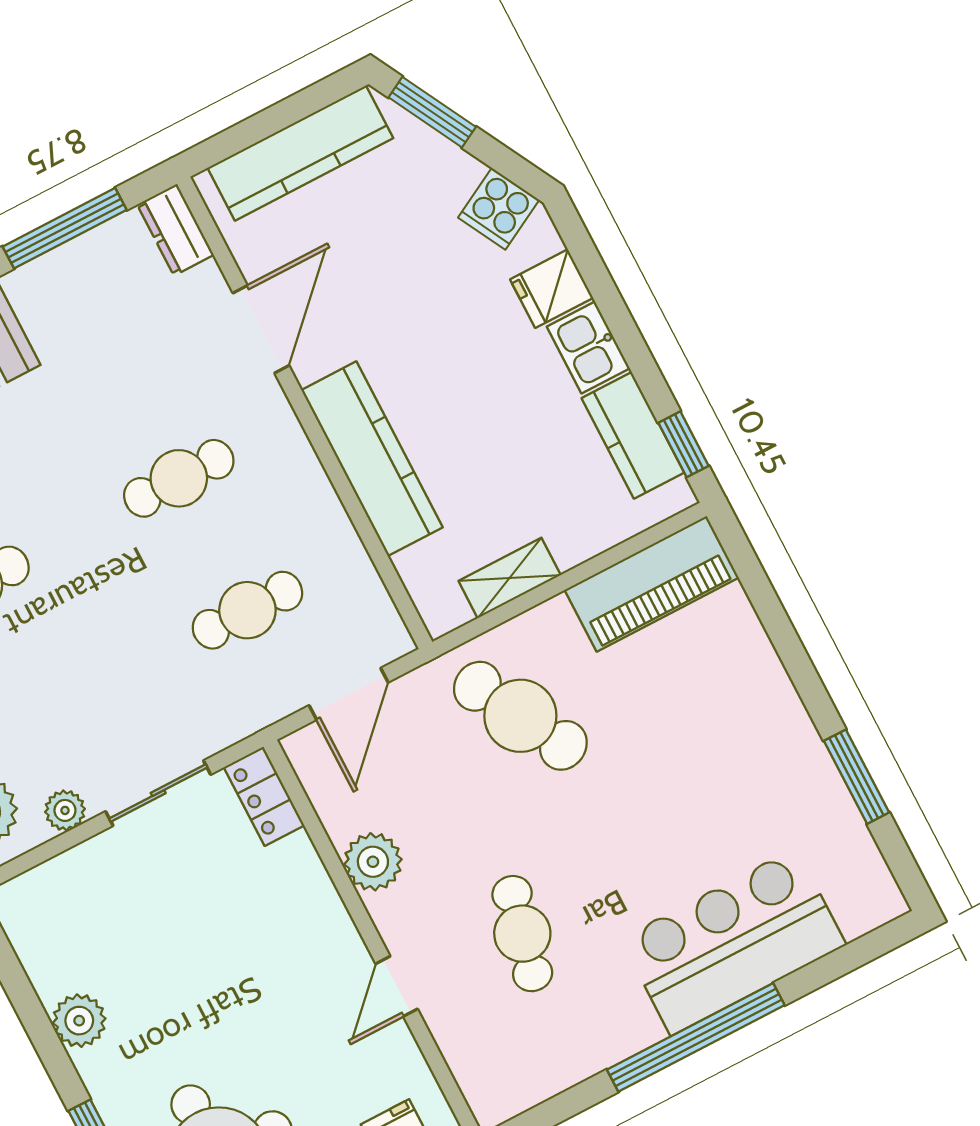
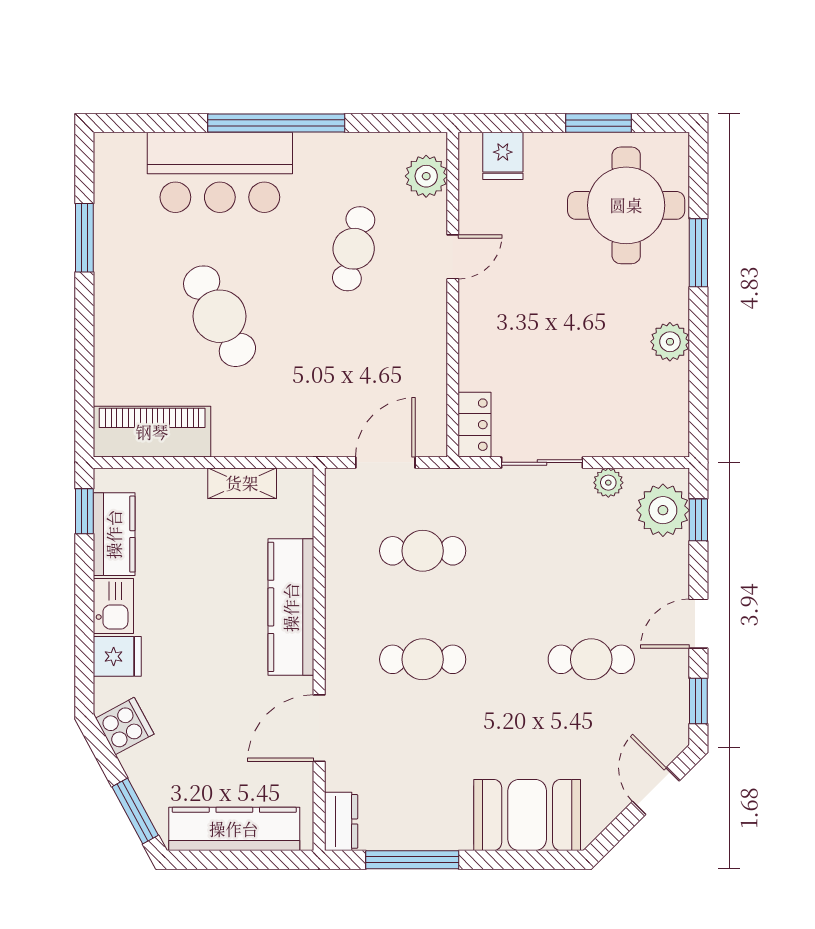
cafe table: (520, 716) -> (220, 316), moved
plant: (373, 862) -> (426, 176), moved

